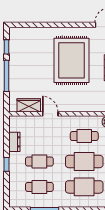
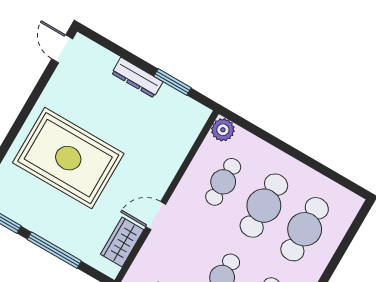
rug: (72, 60) -> (68, 158), moved

